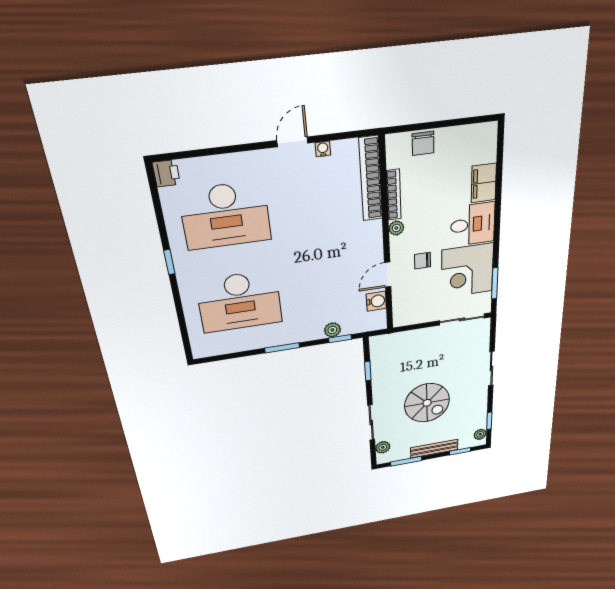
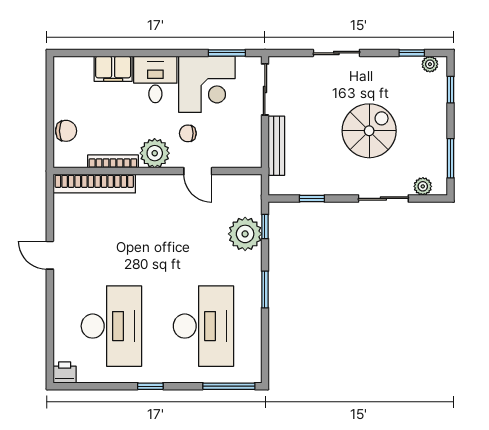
water cooler: (323, 149) -> (60, 228), removed
plant: (396, 228) -> (155, 153), width x1.87, depth x1.87
chair: (422, 261) -> (188, 133), turned 90
water cooler: (376, 301) -> (227, 185), removed
plant: (332, 330) -> (245, 234), width x1.87, depth x1.87
window: (184, 332) -> (229, 386), added
bench: (434, 449) -> (276, 146), moved

